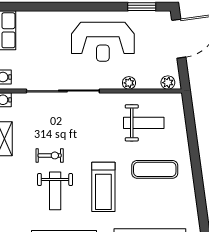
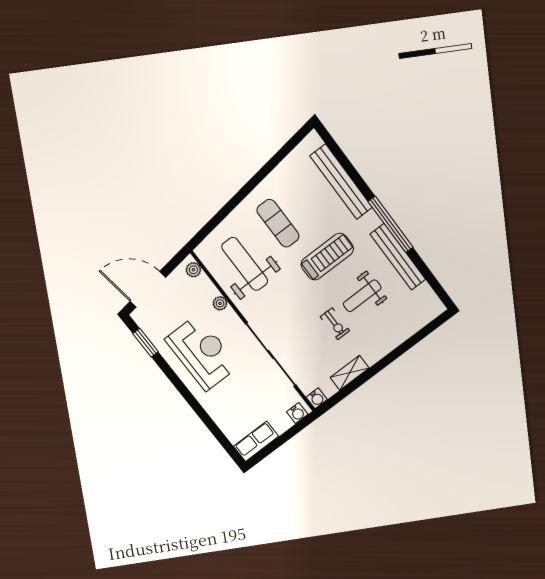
weight bench: (144, 123) -> (245, 264), width x1.36, depth x1.33
exercise bike: (50, 155) -> (335, 324), turned 180
weight bench: (55, 191) -> (362, 296), turned 180

